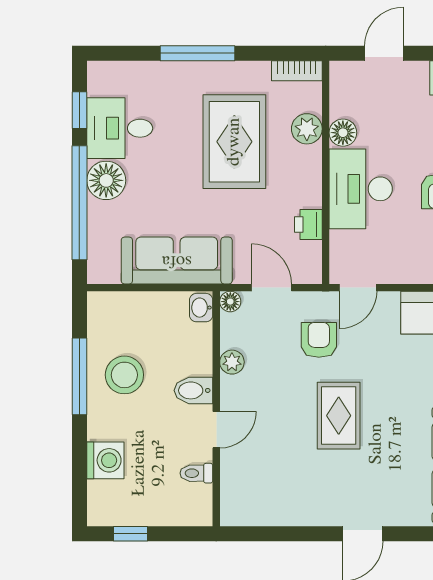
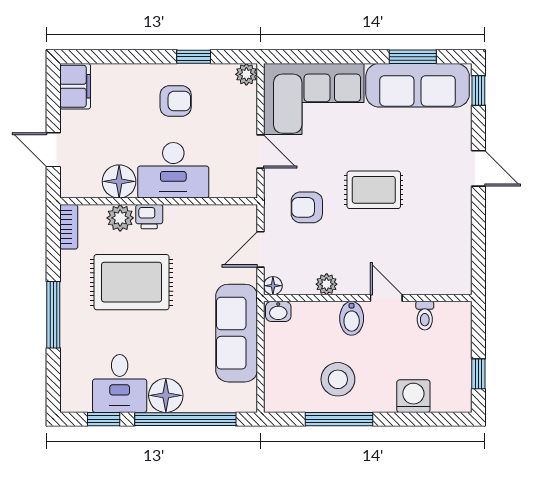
floor lamp: (343, 133) -> (119, 181), width x1.38, depth x1.38
printer: (308, 224) -> (149, 217), moved
door: (358, 288) -> (261, 152), moved

